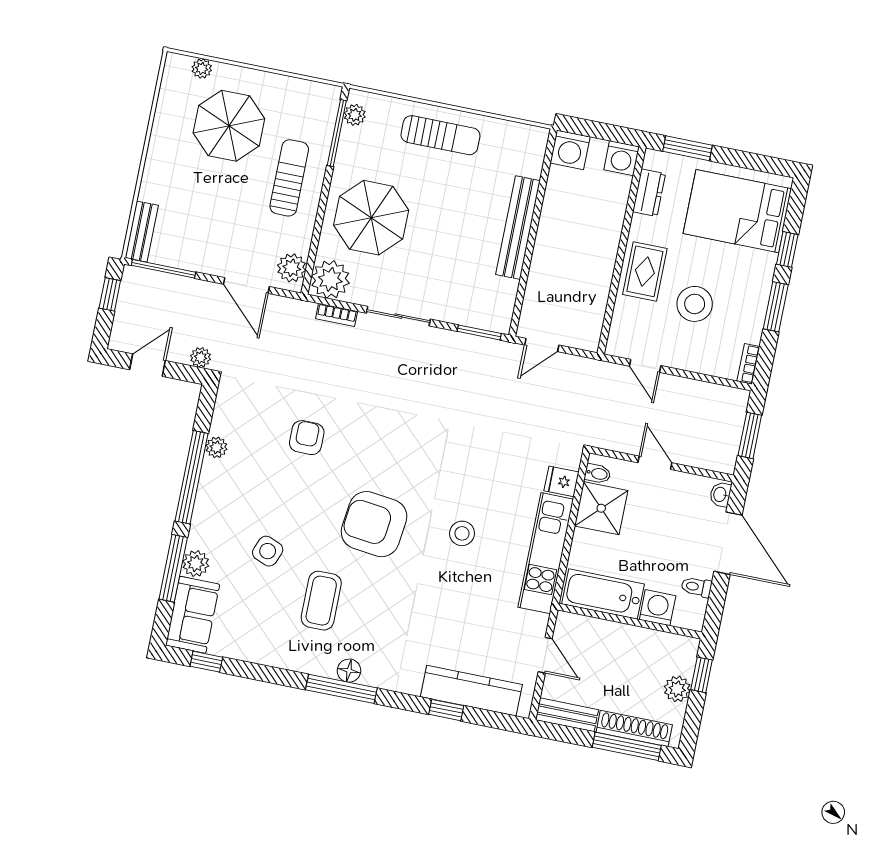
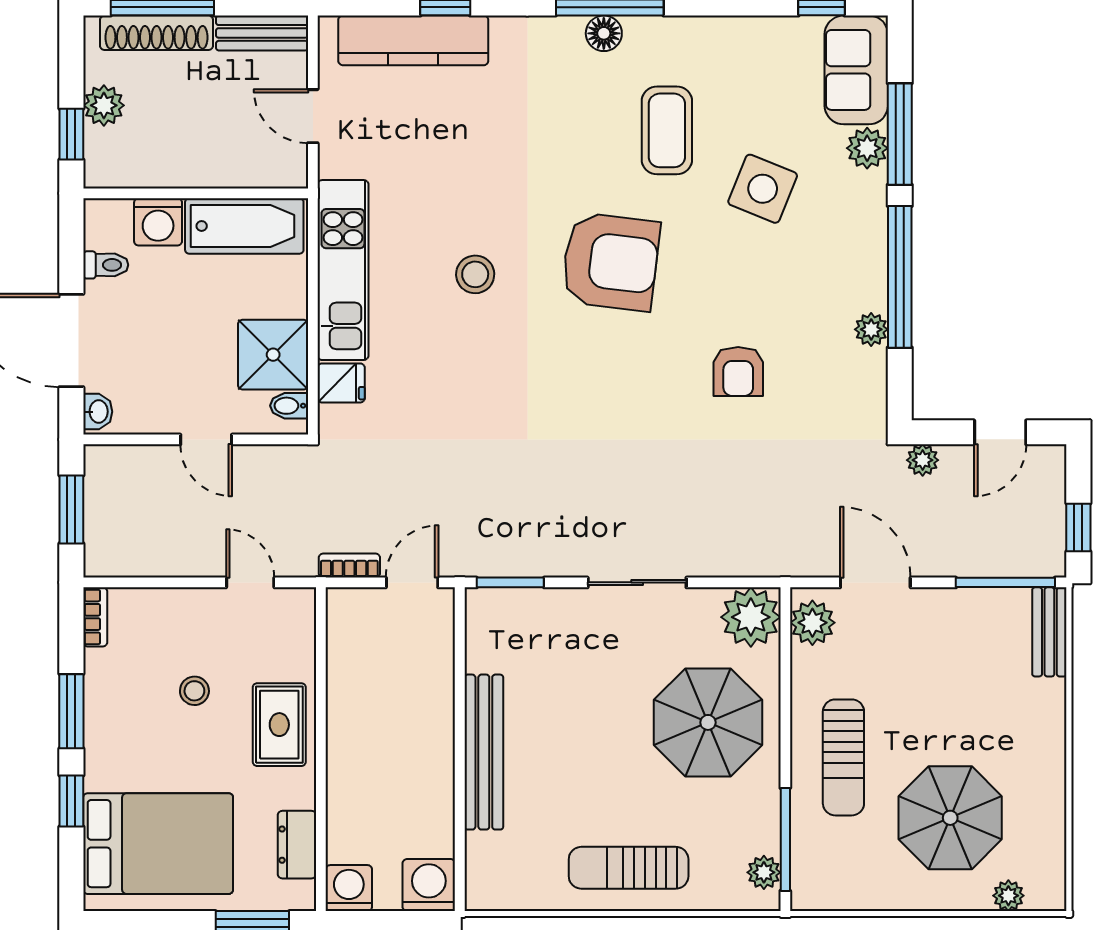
stool: (695, 304) -> (194, 691), width x0.53, depth x0.53
bookcase: (337, 315) -> (349, 565), moved
side table: (268, 551) -> (763, 189), width x1.37, depth x1.37

